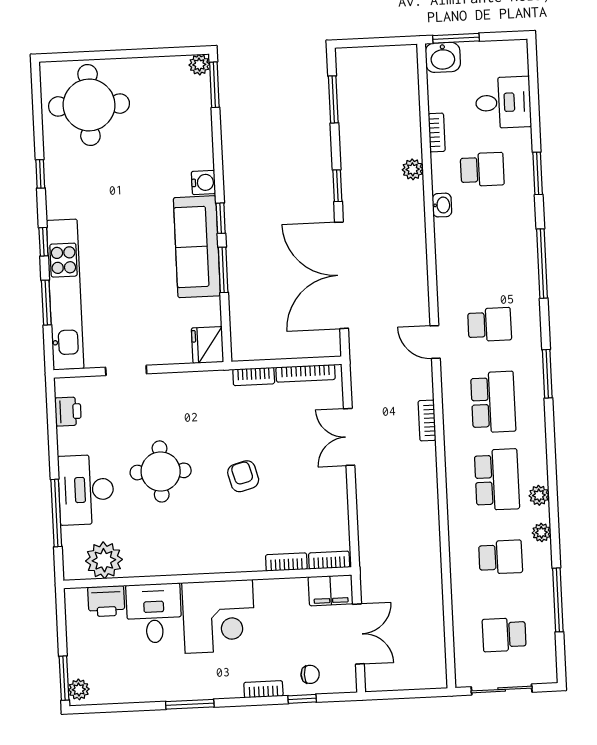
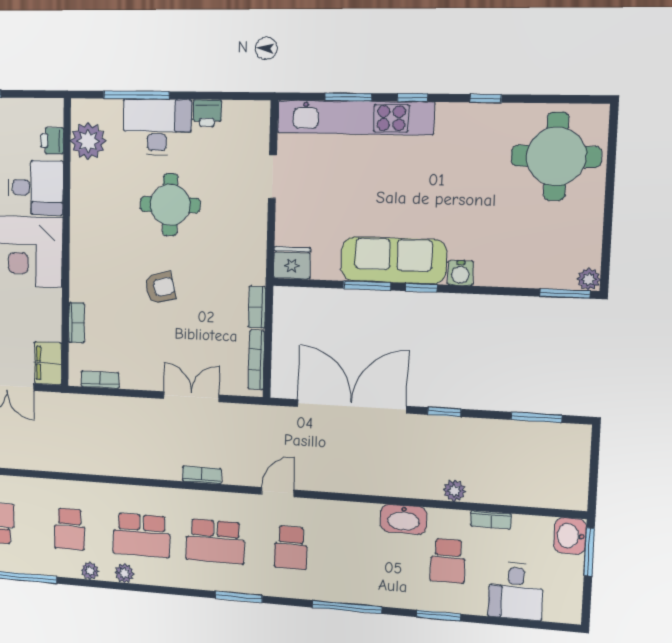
washbasin: (442, 205) -> (404, 519), width x1.91, depth x1.45
printer: (68, 411) -> (207, 113), moved
bookcase: (329, 560) -> (100, 380), moved, turned -90
printer: (106, 601) -> (52, 141), width x0.73, depth x0.81

